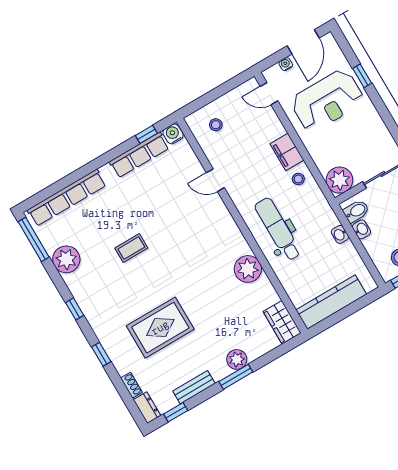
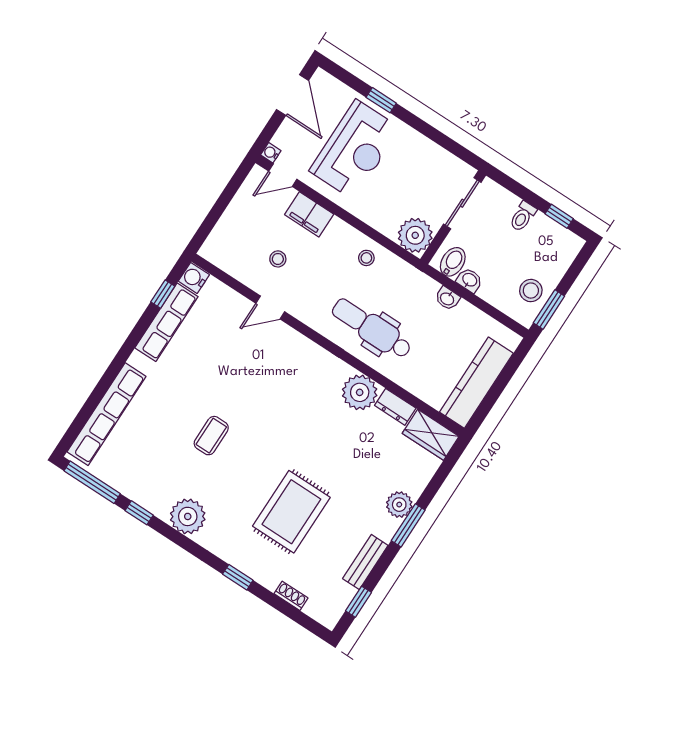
water cooler: (286, 64) -> (271, 153), moved
stool: (216, 125) -> (278, 259), moved
filing cabinet: (287, 152) -> (309, 214), moved
plant: (66, 259) -> (188, 516), moved
window: (75, 309) -> (139, 513), moved
dresser: (147, 408) -> (395, 407), moved, turned 180

